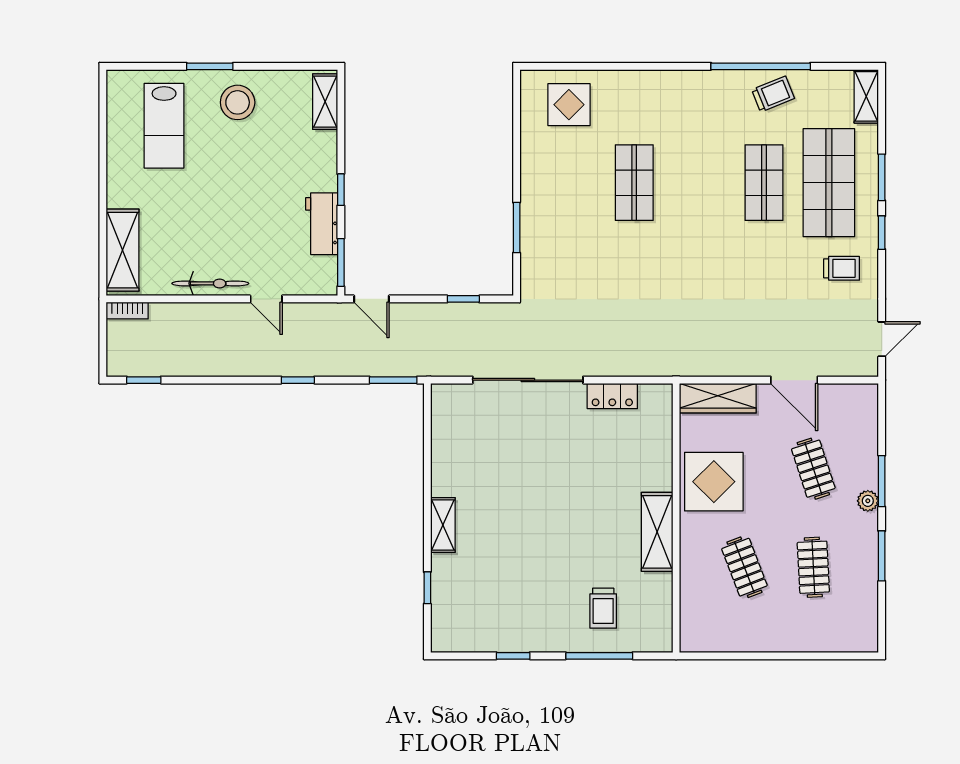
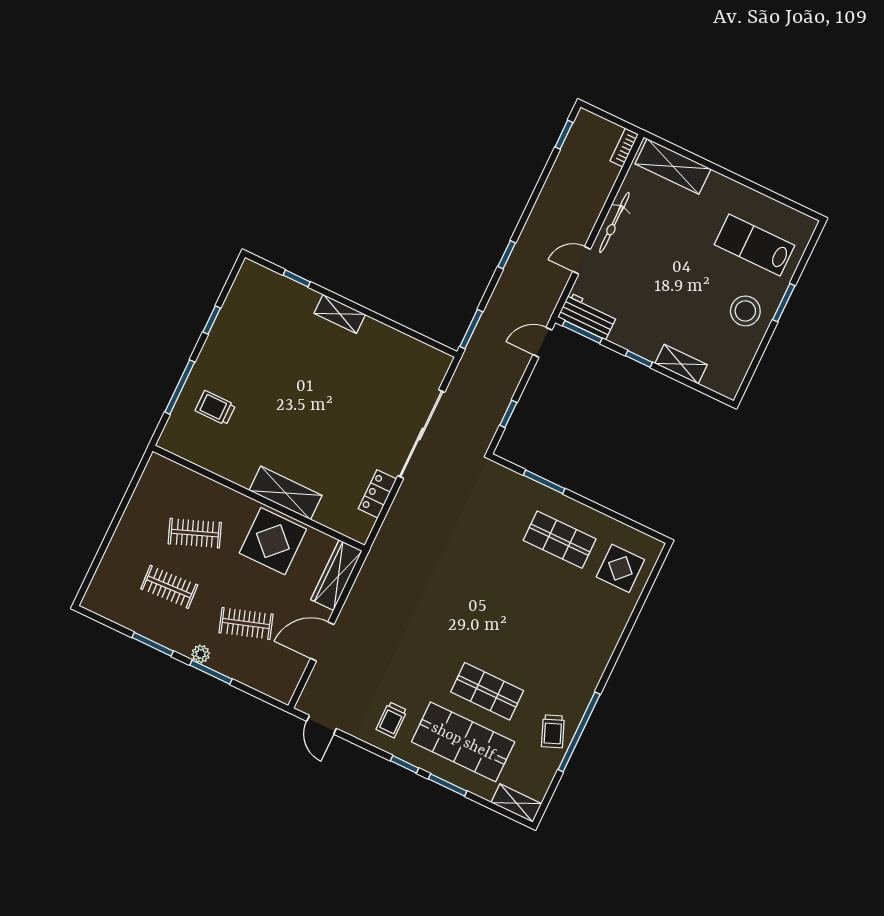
shelving: (325, 102) -> (681, 364), moved
shop shelf: (634, 183) -> (560, 540), moved
workbench: (322, 224) -> (588, 316), moved
shelving: (657, 532) -> (286, 493), moved

